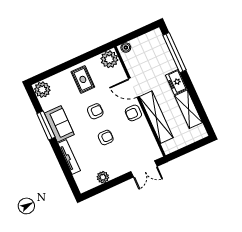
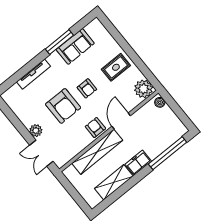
plant: (42, 90) -> (95, 29), removed
sofa: (59, 124) -> (75, 46), moved
armchair: (106, 137) -> (63, 106), width x1.88, depth x1.88
plant: (103, 177) -> (36, 131), moved

